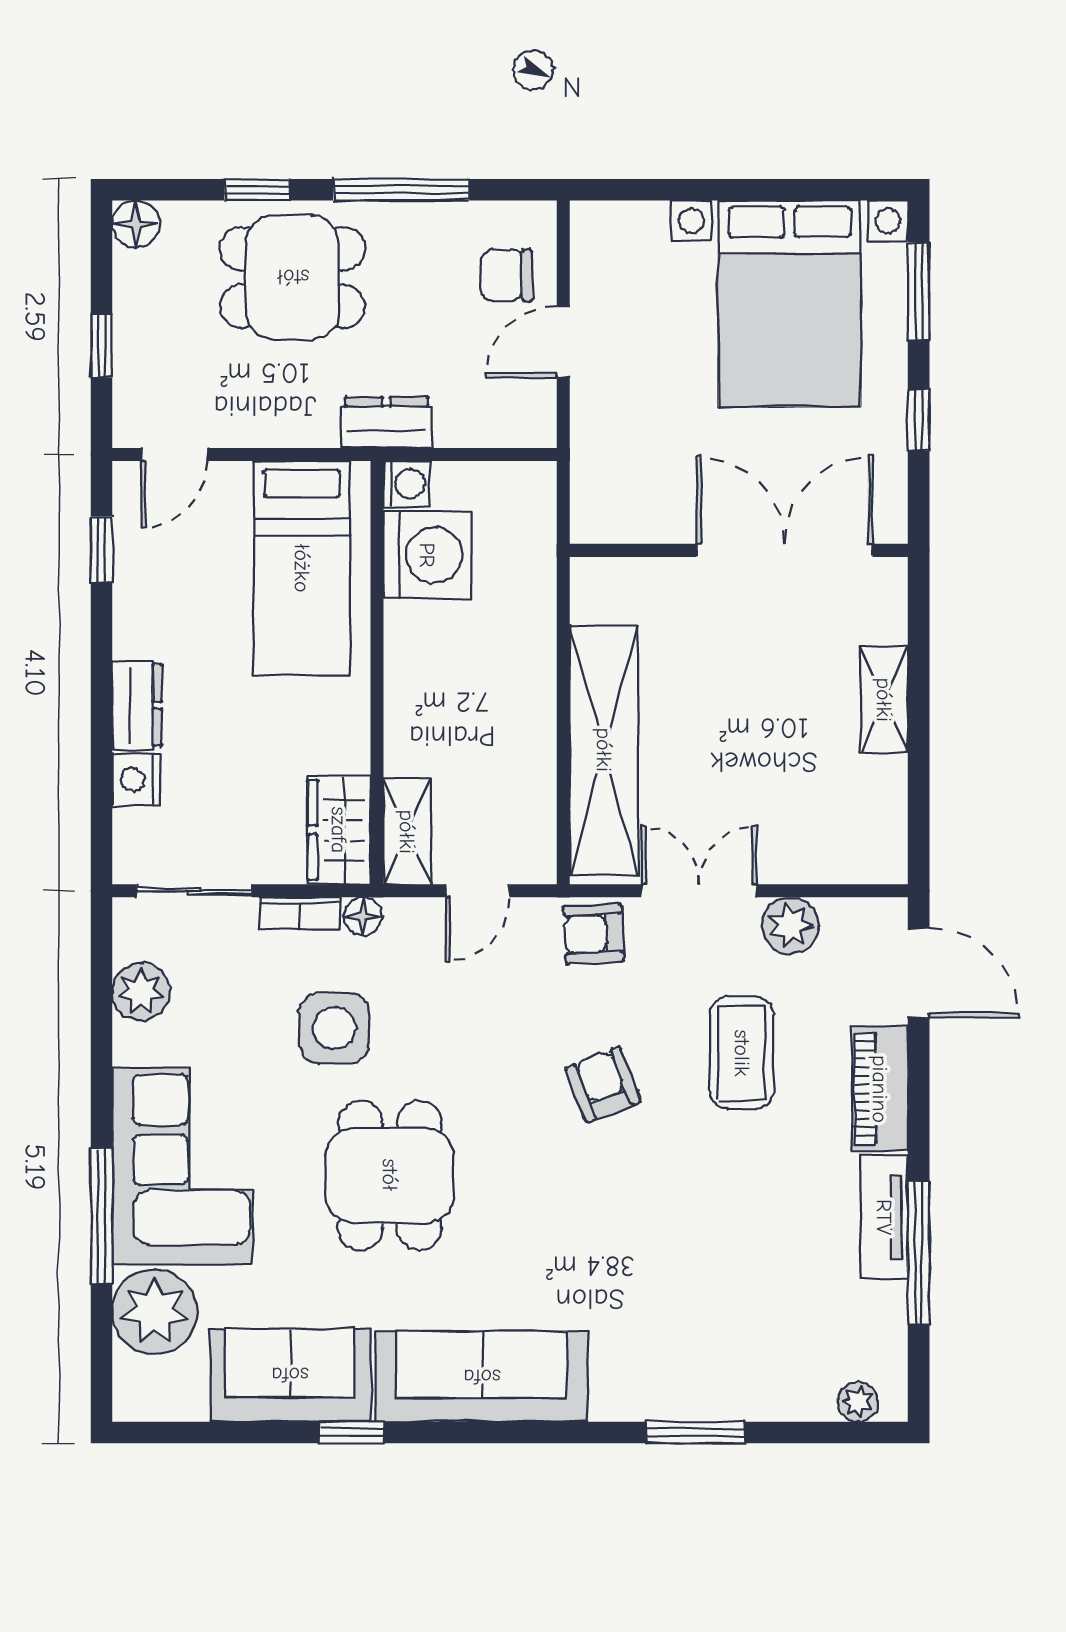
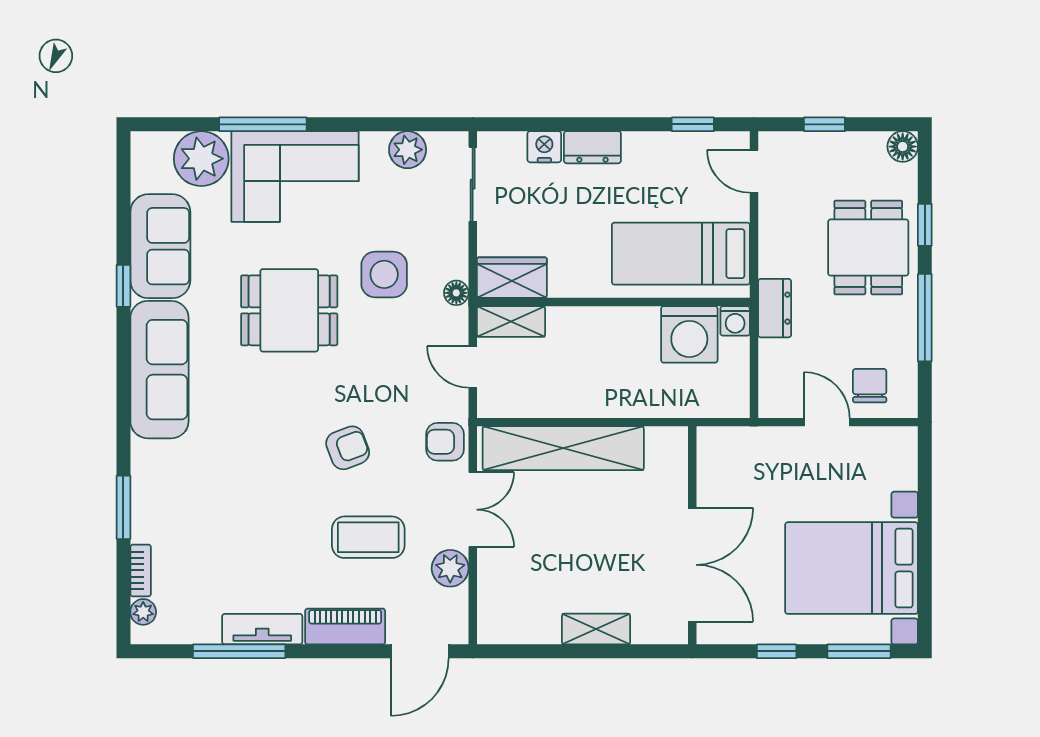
bookcase: (299, 913) -> (141, 570), moved, turned 180
armchair: (594, 934) -> (445, 442), turned -87

